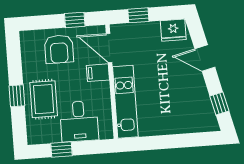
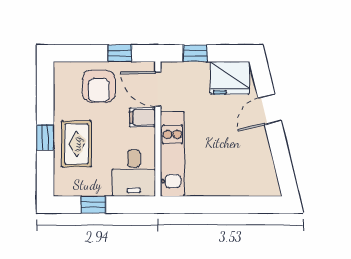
fridge: (173, 30) -> (230, 78), width x1.36, depth x1.34
door: (205, 58) -> (270, 109), hinge flipped
window: (219, 103) -> (283, 164), removed
desk: (79, 121) -> (134, 173), moved

